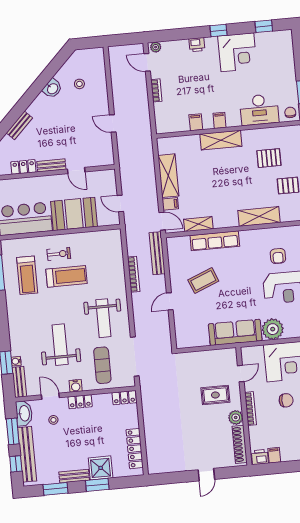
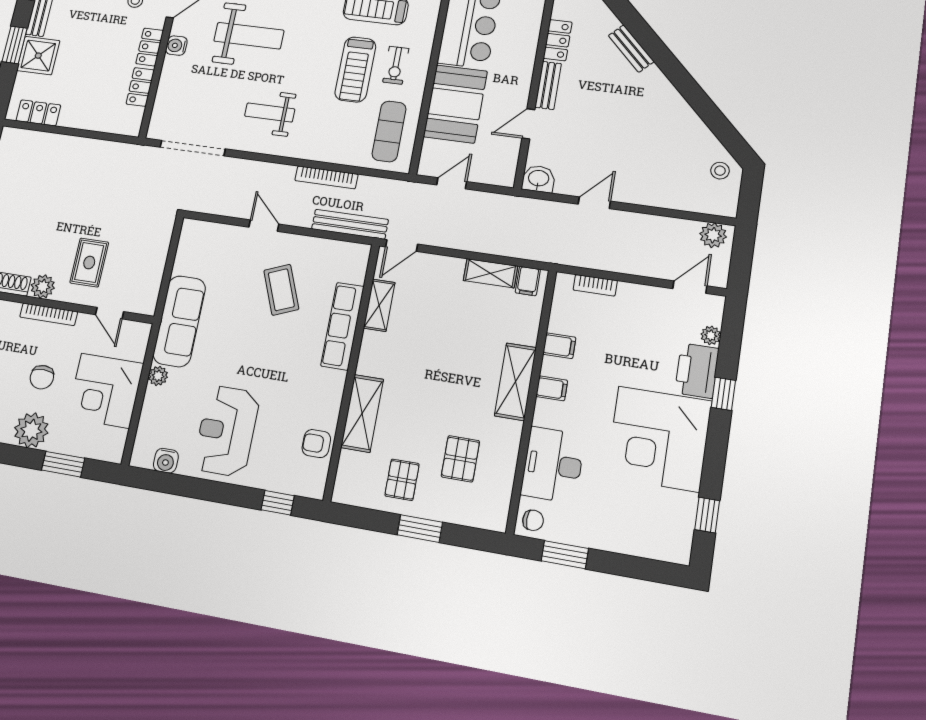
window: (219, 31) -> (723, 394), moved
printer: (197, 45) -> (697, 371), width x1.87, depth x1.48
plant: (156, 47) -> (711, 335), moved
corner desk: (237, 52) -> (659, 439), width x1.36, depth x1.36
plant: (116, 57) -> (713, 235), added
stool: (79, 84) -> (720, 171), moved
washbasin: (52, 88) -> (538, 179), moved, turned 135
bookcase: (156, 90) -> (595, 285), moved
shelving: (168, 176) -> (490, 273), width x0.67, depth x0.75
filing cabinet: (170, 204) -> (528, 281), moved
armchair: (278, 256) -> (316, 444), moved
weight bench: (103, 318) -> (270, 113), width x0.73, depth x0.75
plant: (273, 329) -> (158, 376), width x0.53, depth x0.53
exercise mat: (102, 365) -> (389, 131), moved, turned 90
locker: (124, 398) -> (140, 87), moved
locker: (135, 449) -> (38, 113), width x0.66

